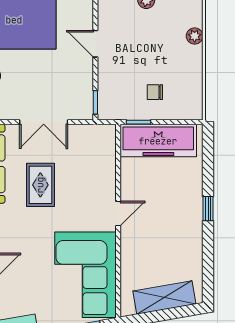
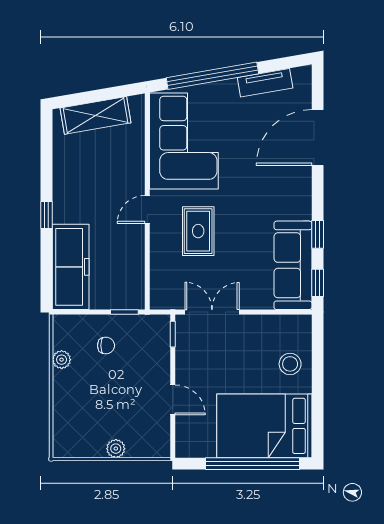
plant: (195, 36) -> (62, 360), moved
double door: (44, 122) -> (212, 312), moved
freezer: (158, 141) -> (71, 267), moved, turned 90
rug: (40, 185) -> (198, 231), moved

